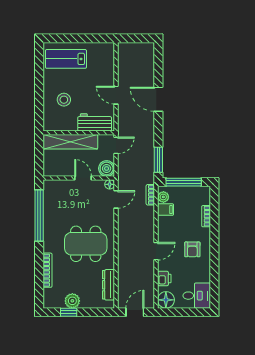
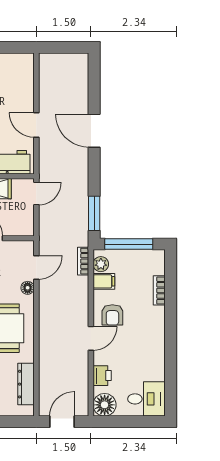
boiler: (107, 168) -> (23, 225), removed
floor lamp: (110, 184) -> (28, 288), moved
armchair: (192, 249) -> (112, 315), moved

